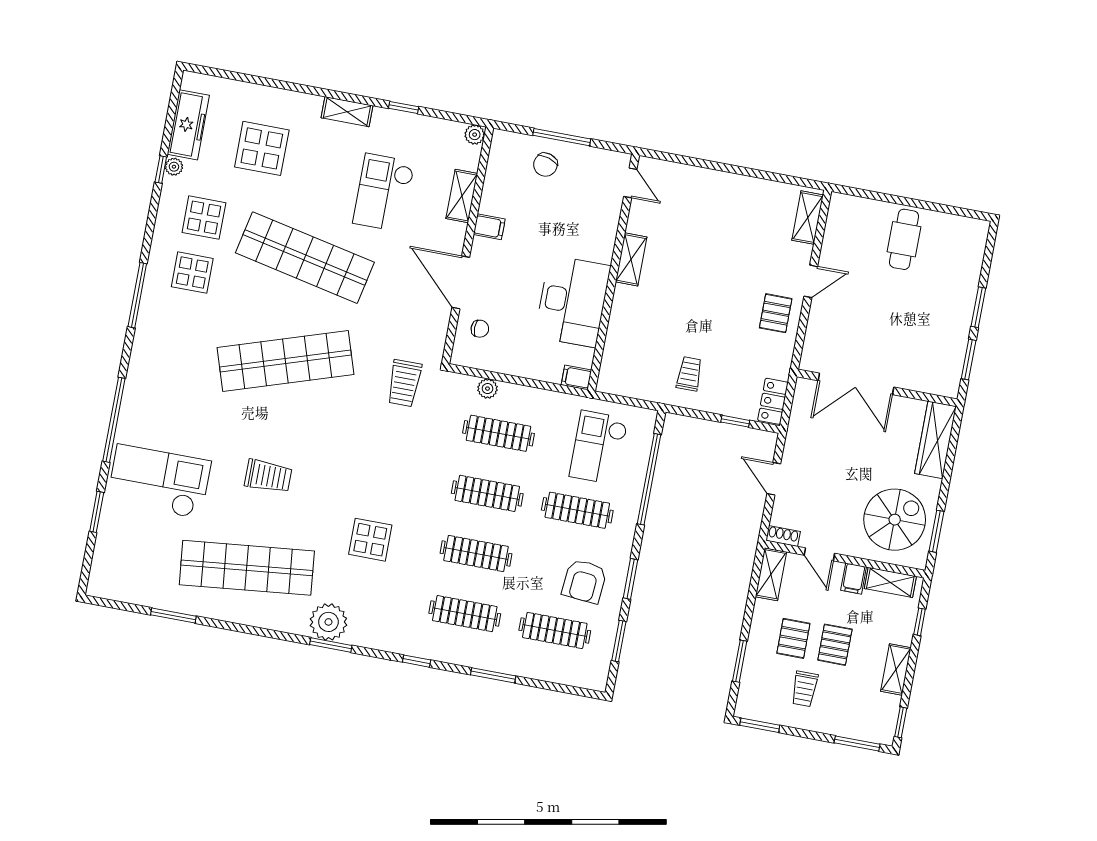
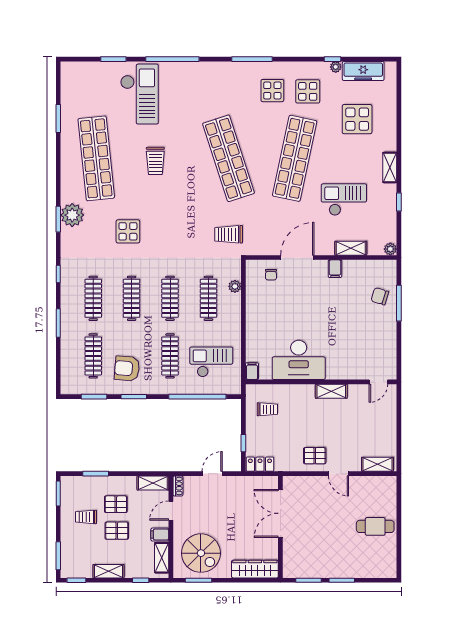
door: (630, 183) -> (378, 382), moved
shelving: (631, 259) -> (331, 391), moved
wall: (614, 273) -> (321, 382), moved
desk: (573, 301) -> (299, 360), moved
filing cabinet: (576, 377) -> (252, 371), moved

